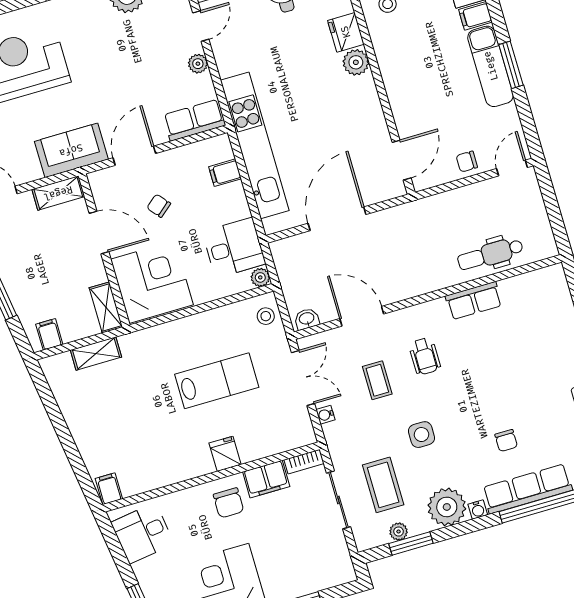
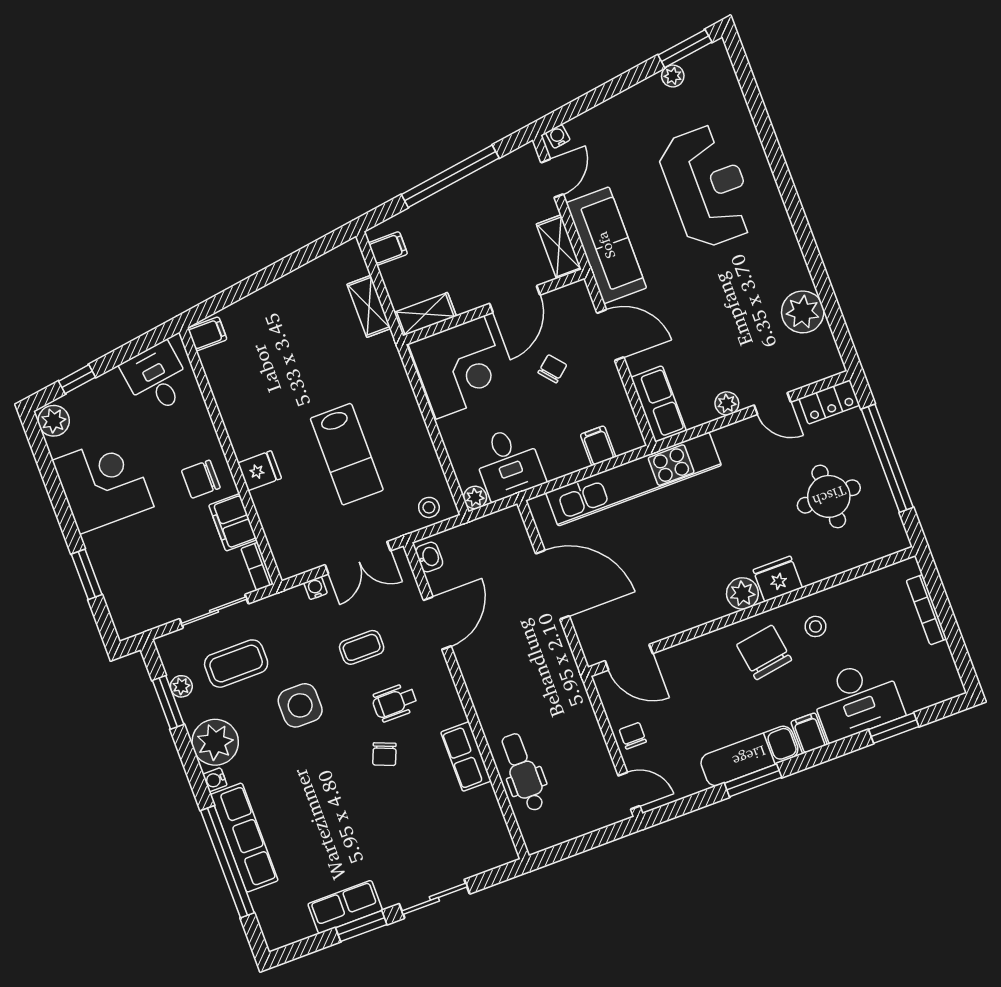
chair: (406, 48) -> (764, 652), added
sofa: (71, 150) -> (606, 245), width x1.36
side table: (421, 435) -> (300, 705), width x1.37, depth x1.37
chair: (506, 441) -> (384, 754), moved, turned -68

